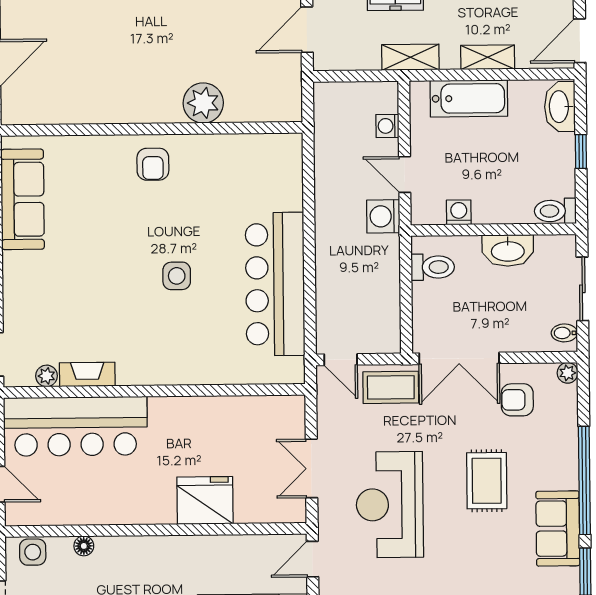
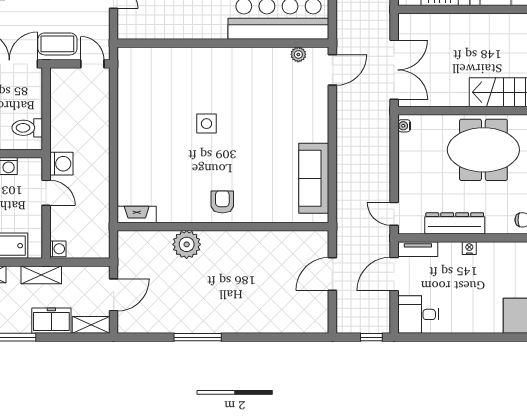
washing machine: (387, 126) -> (58, 249), moved
bar counter: (275, 284) -> (138, 117), removed
fireplace: (87, 374) -> (137, 215), moved, turned 180

